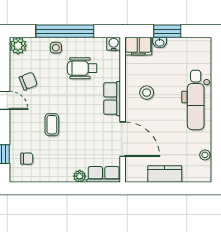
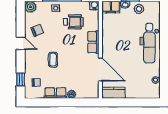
wheelchair: (82, 68) -> (73, 22), turned 180
stool: (147, 93) -> (139, 9), moved
row of seats: (104, 174) -> (55, 93), moved
kitchen counter: (165, 174) -> (114, 93), moved

